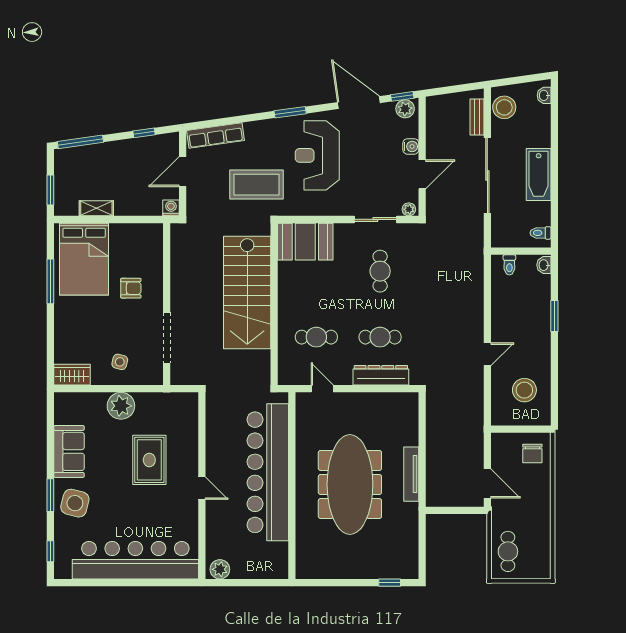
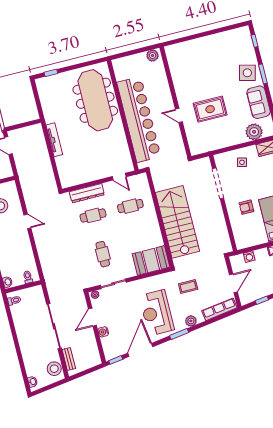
door: (359, 103) -> (140, 350), swing flipped
plant: (405, 109) -> (191, 321), moved
reception desk: (317, 155) -> (157, 313), turned 180
bathtub: (539, 175) -> (24, 334), removed
coffee table: (256, 185) -> (188, 287), width x0.54, depth x0.58
washing machine: (171, 208) -> (249, 257), moved
door: (487, 354) -> (27, 221), swing flipped
plant: (121, 406) -> (254, 132), moved
rug: (149, 460) -> (210, 109), turned 90
meeting table: (350, 484) -> (95, 100), moved
door: (202, 488) -> (179, 116), moved
bar counter: (135, 560) -> (203, 48), removed

